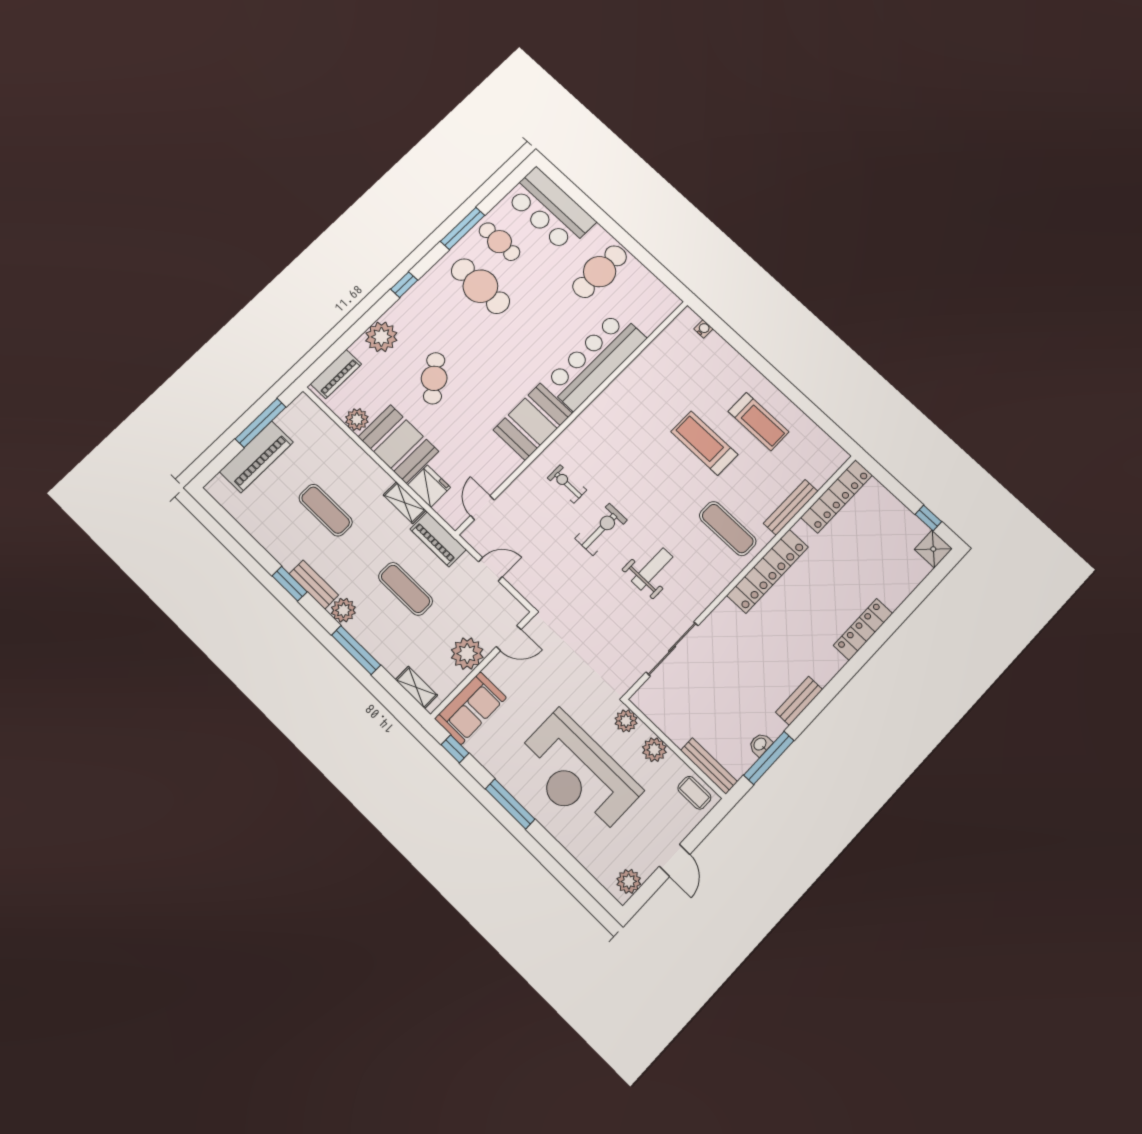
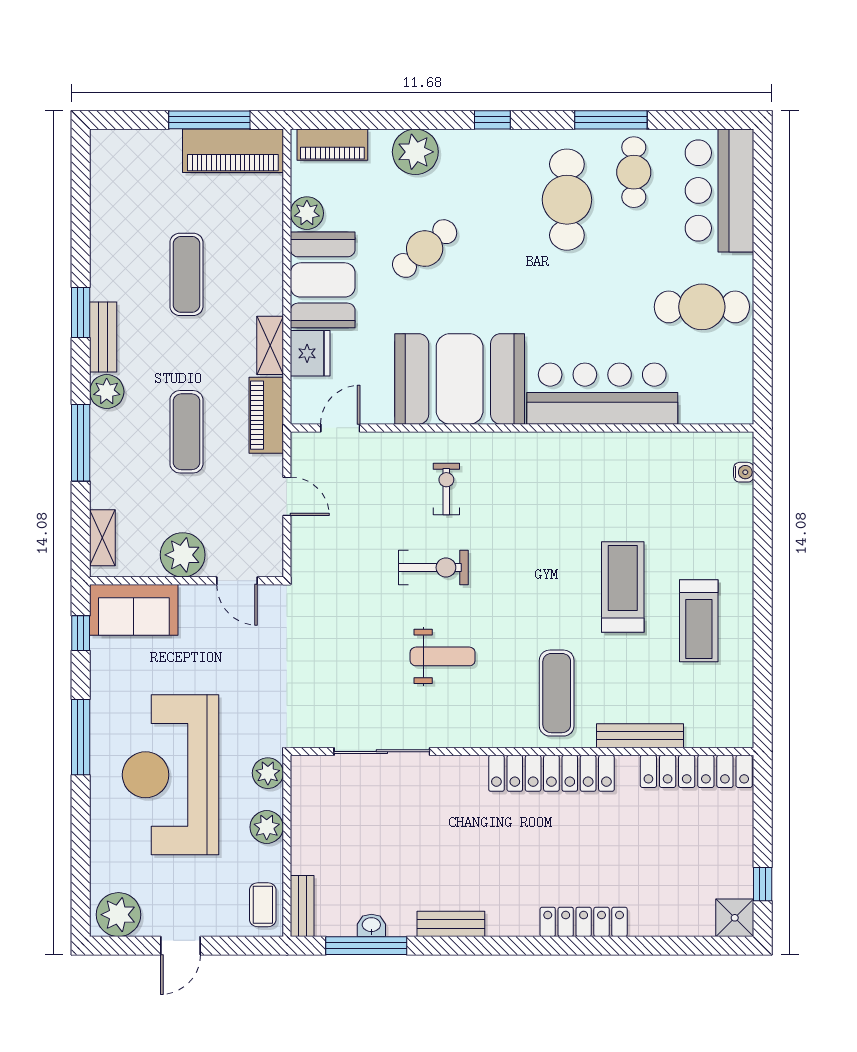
booth: (533, 422) -> (460, 379), width x1.36, depth x1.42
piano: (256, 457) -> (233, 151), moved
bench: (709, 766) -> (302, 906), width x0.73
plant: (629, 881) -> (118, 915), width x1.36, depth x1.36

